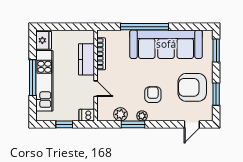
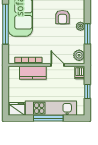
door: (96, 89) -> (58, 65), hinge flipped
armchair: (153, 95) -> (62, 17), turned -90
plant: (120, 114) -> (79, 55), moved

